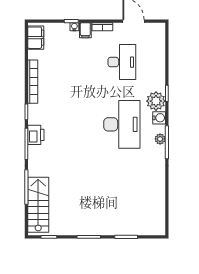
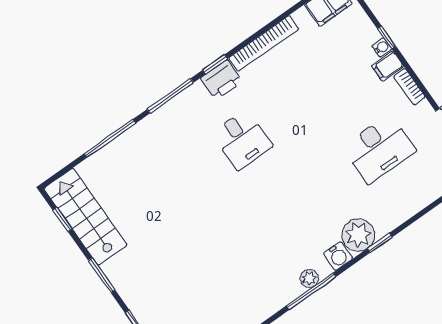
desk: (122, 124) -> (242, 140), moved, width x0.53, depth x0.77
printer: (36, 135) -> (221, 80), moved
stairs: (38, 205) -> (85, 217), moved, turned -90

